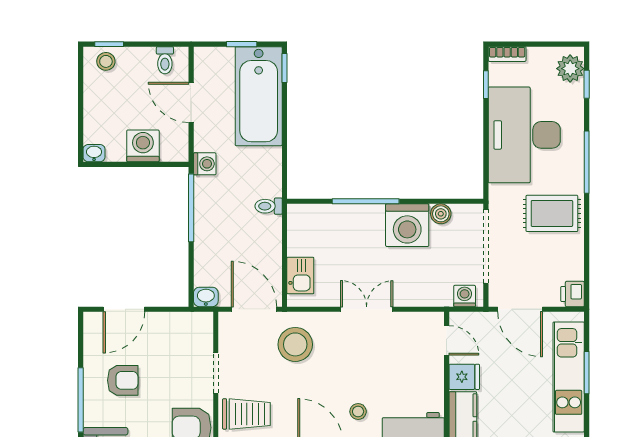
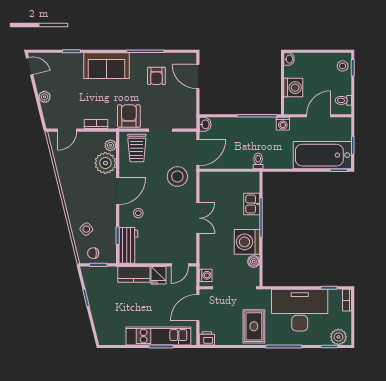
kitchen sink: (300, 275) -> (252, 204), moved, turned 90

